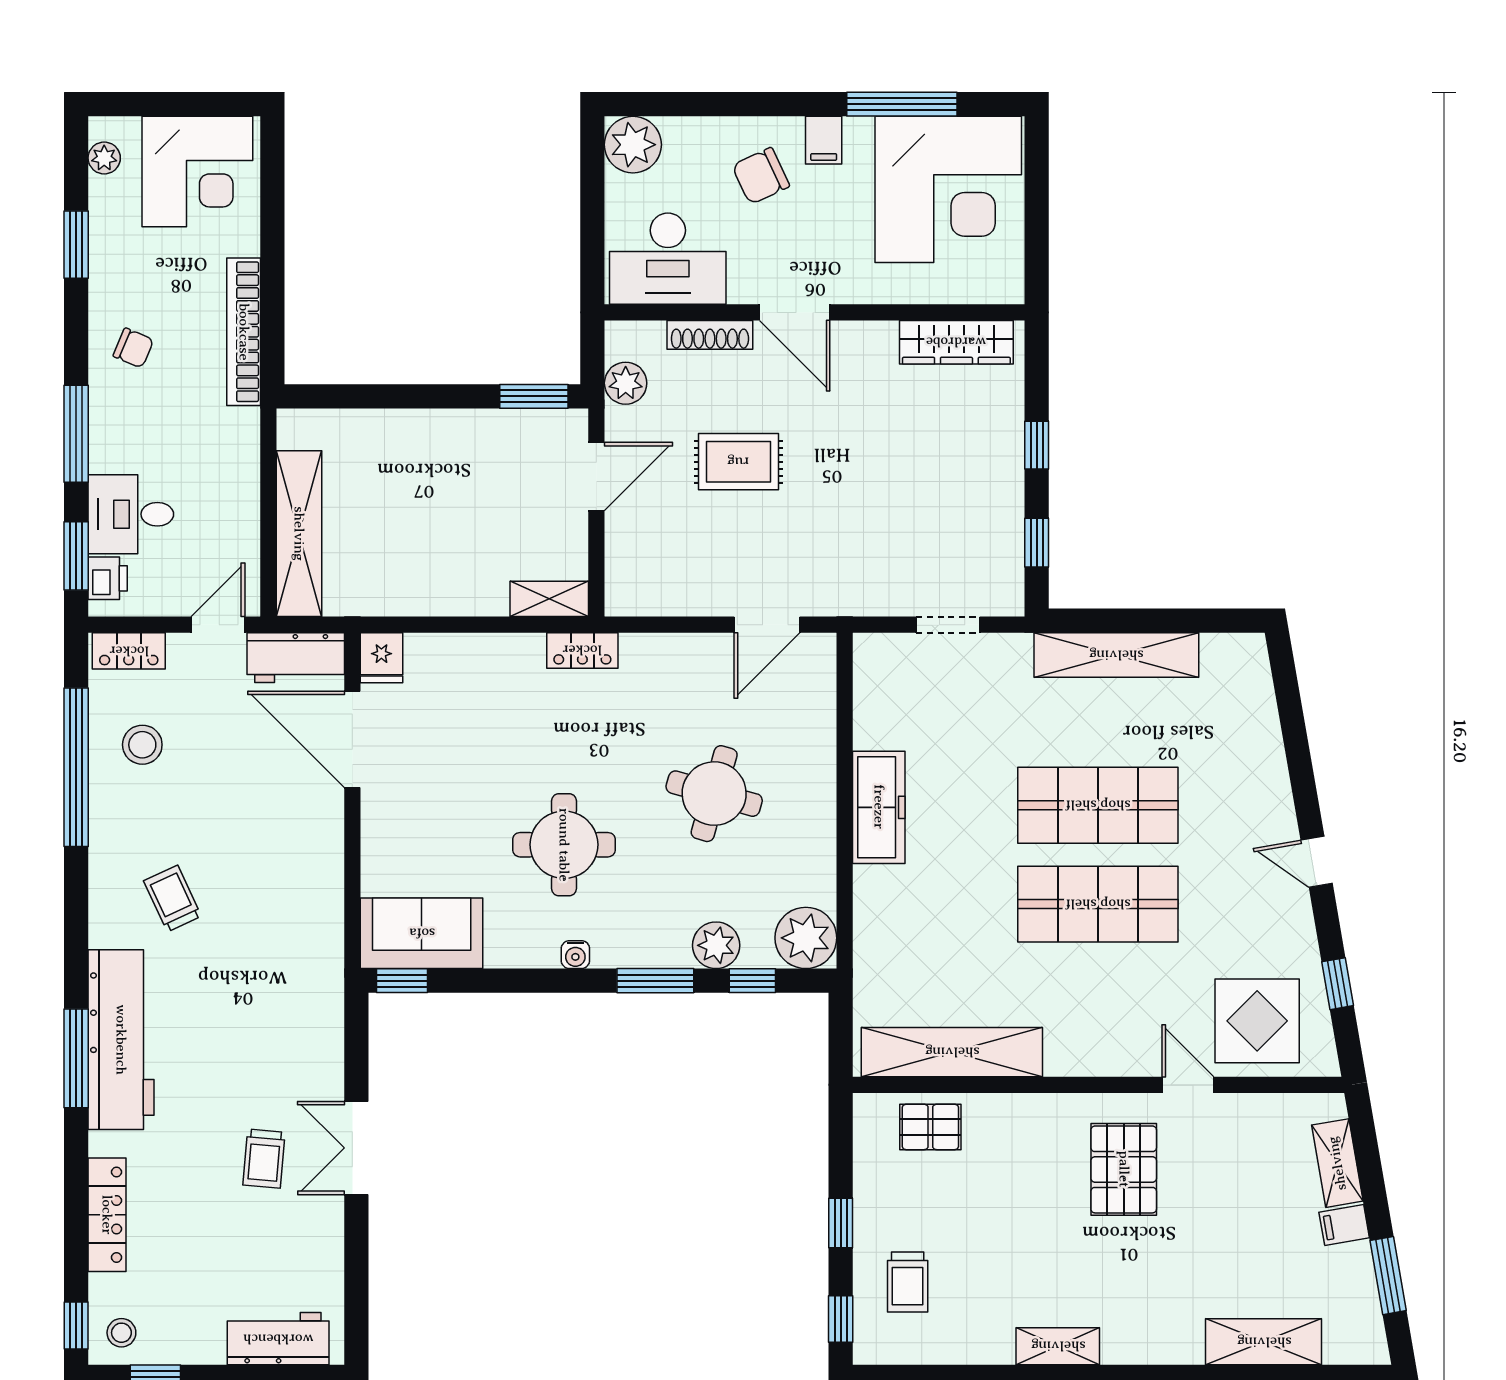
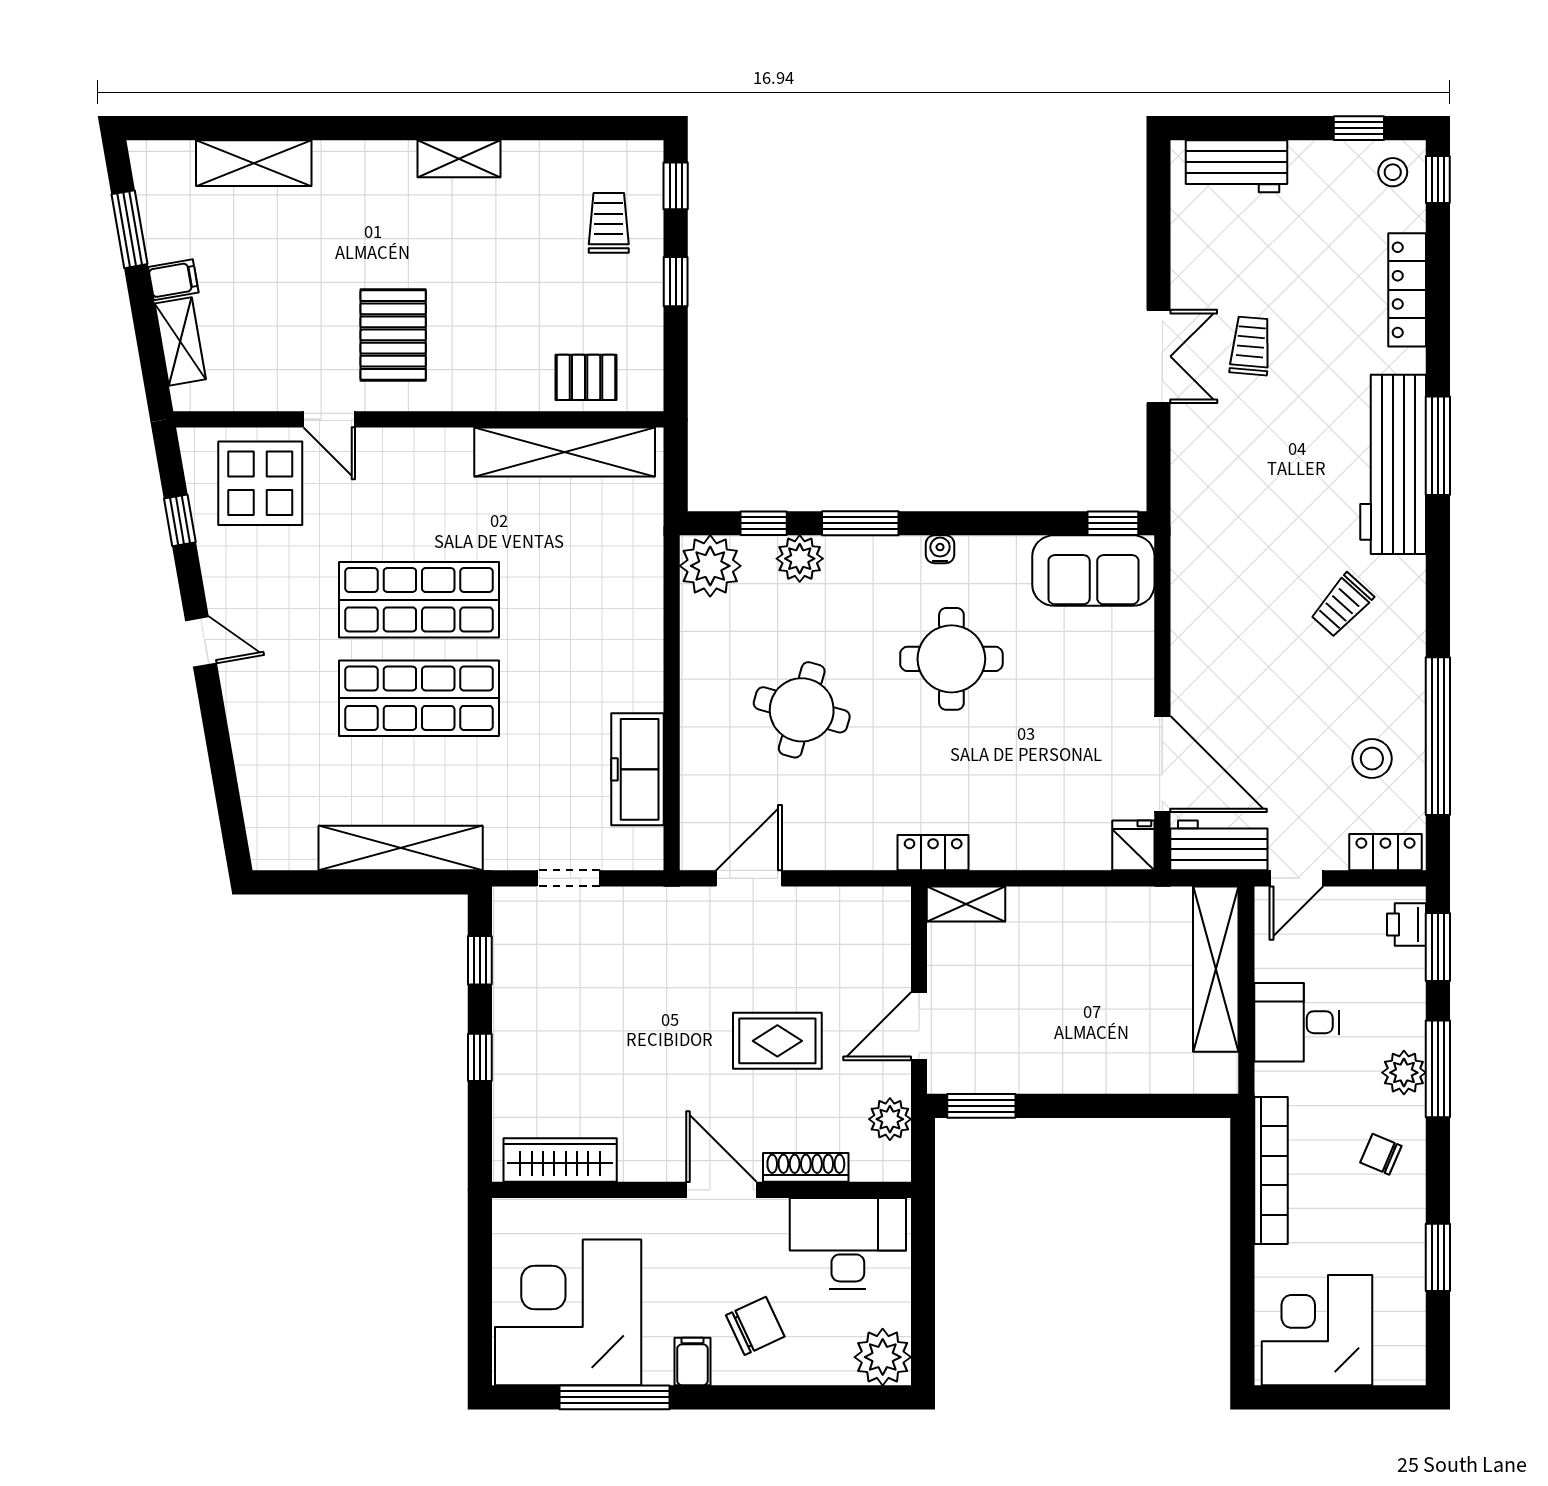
plant: (104, 158) -> (1404, 1073), moved, width x1.38, depth x1.38
desk: (131, 514) -> (1297, 1022), moved, turned 180
freezer: (879, 807) -> (638, 769), moved
trolley: (173, 898) -> (1342, 605), turned 67

